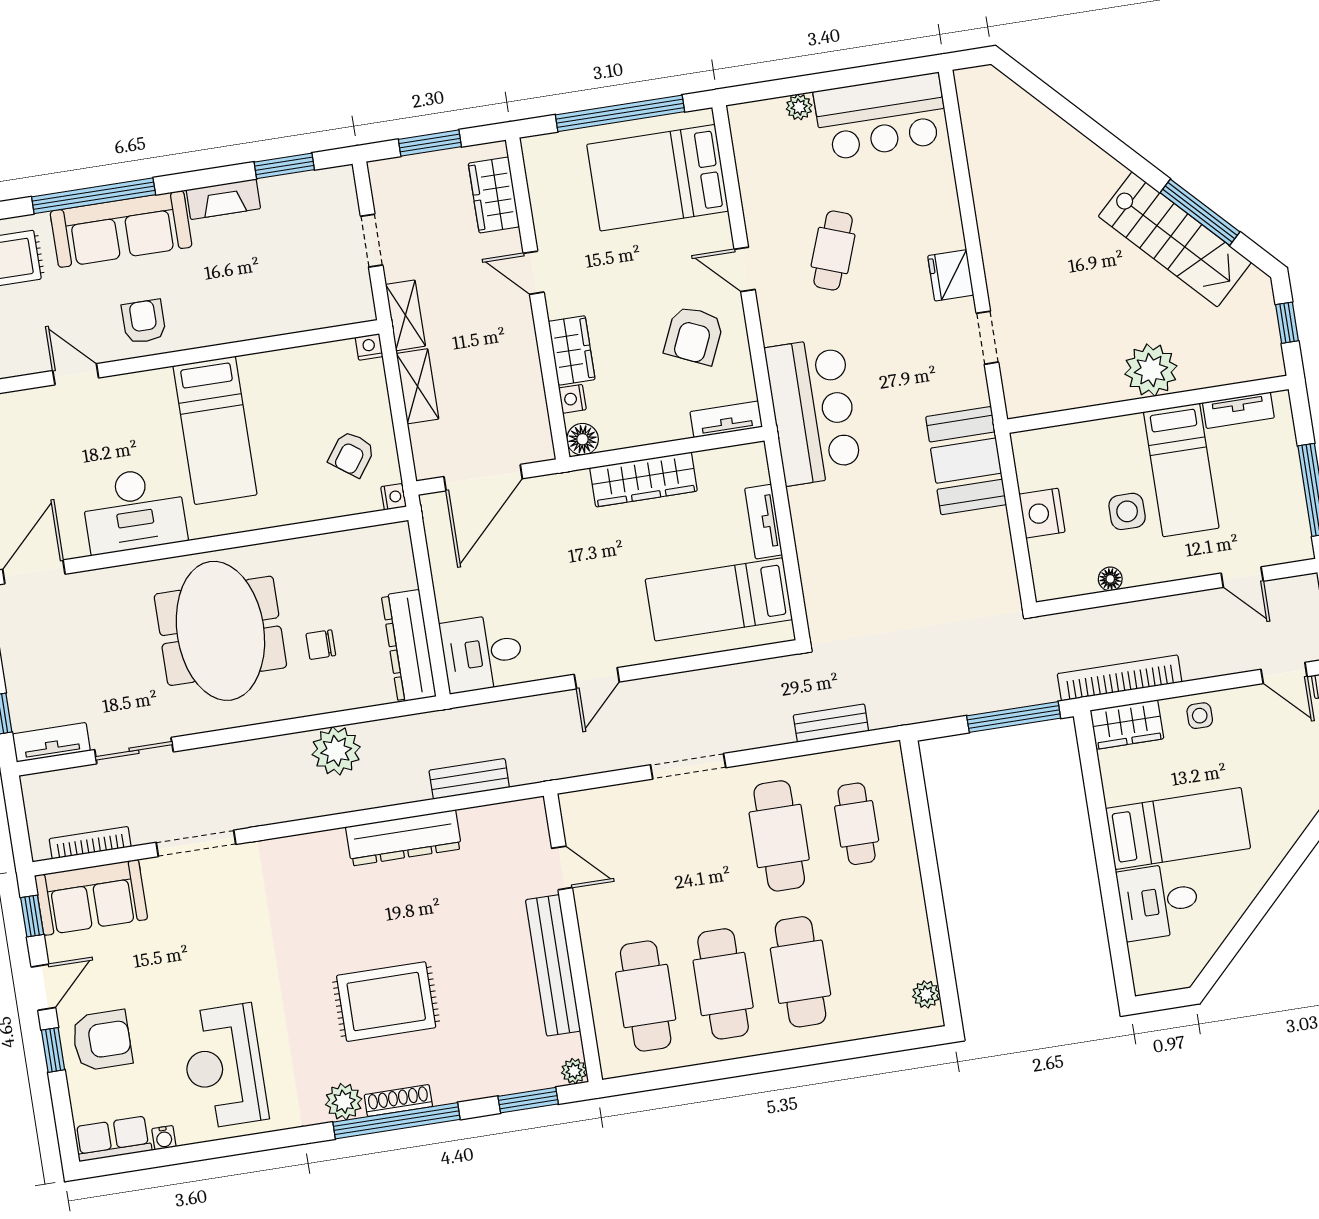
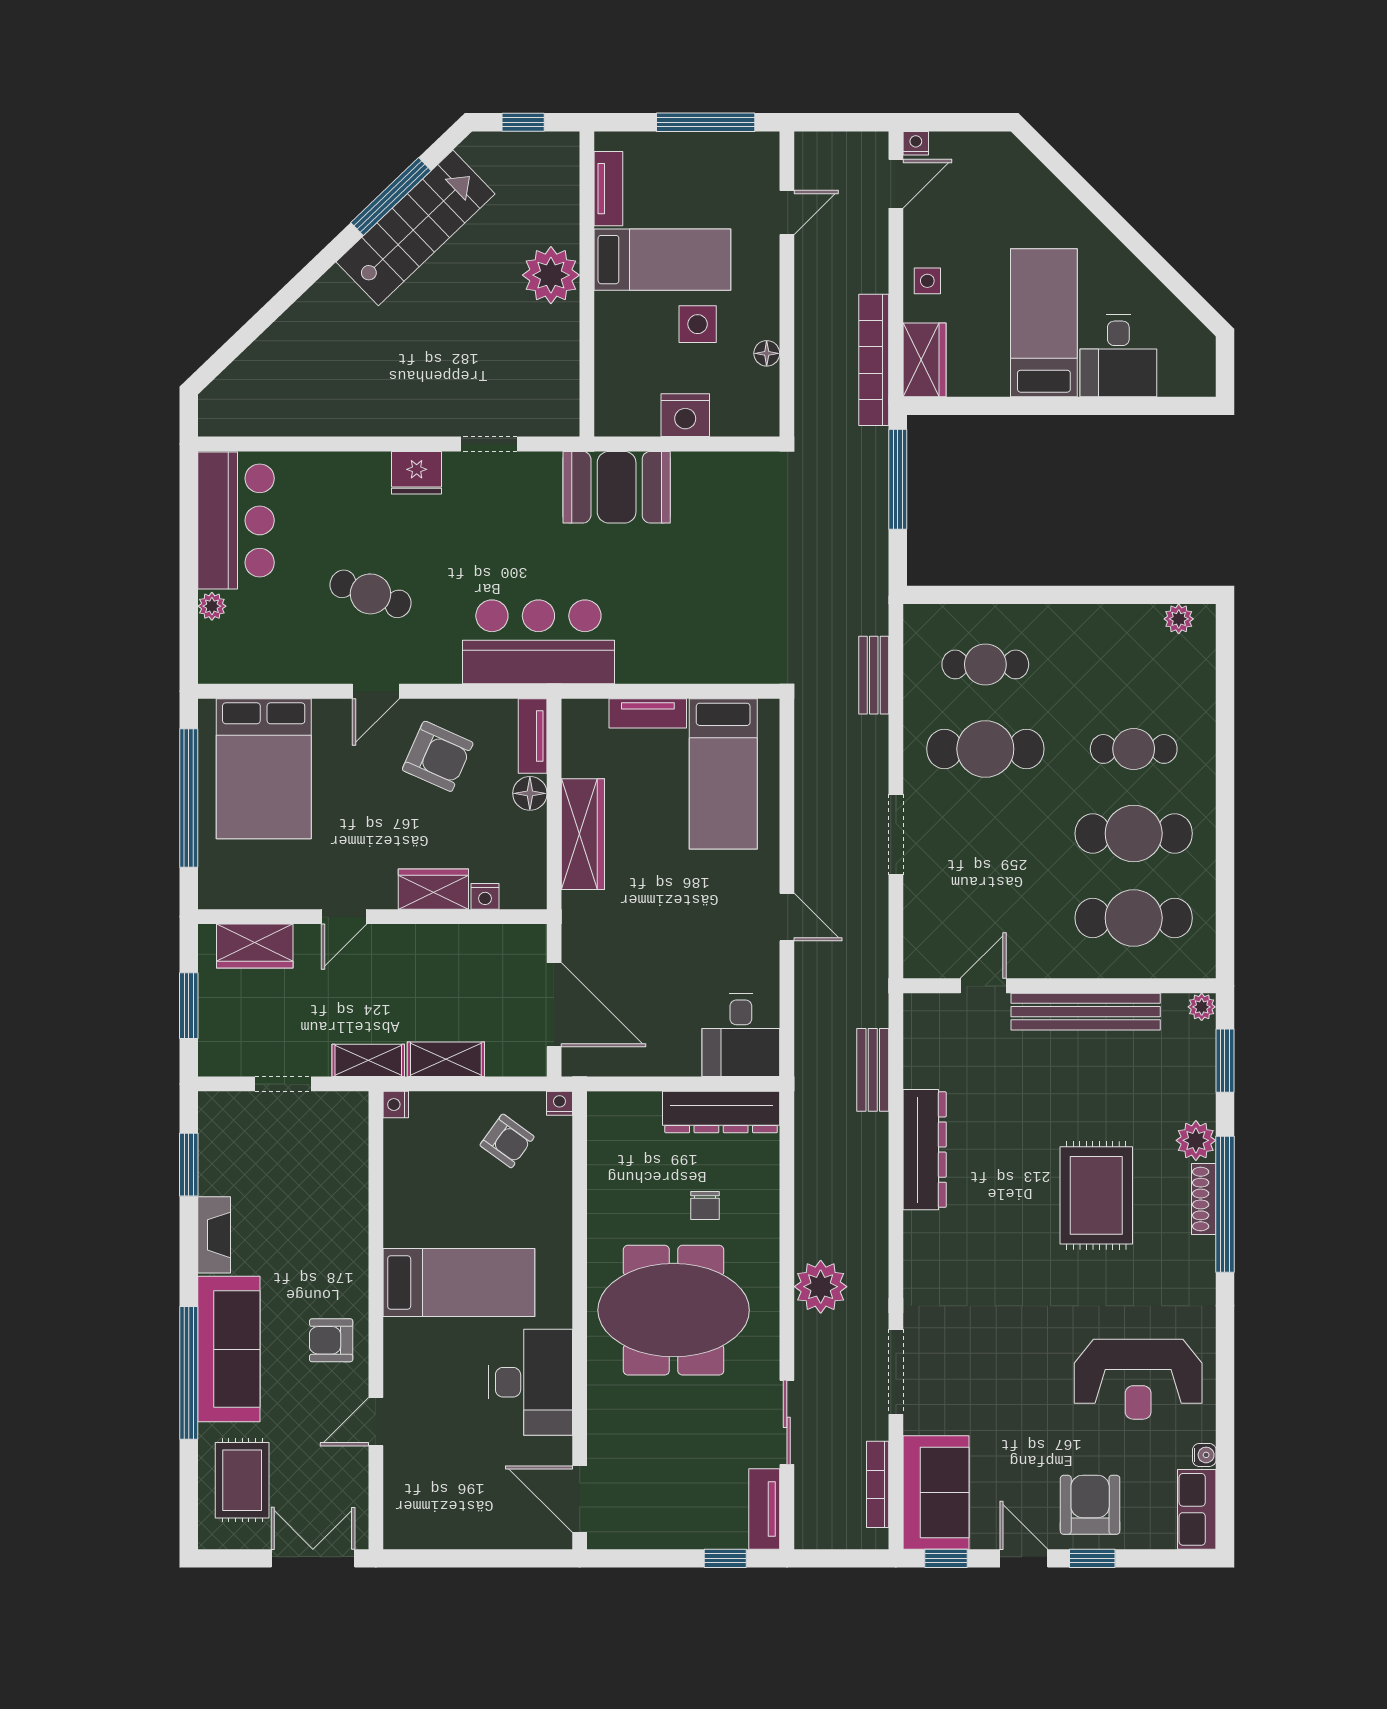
floor lamp: (583, 439) -> (530, 793), moved
plant: (336, 751) -> (821, 1287), moved
cafe table: (800, 972) -> (1134, 749), width x0.73, depth x0.74
plant: (344, 1102) -> (1196, 1140), moved

